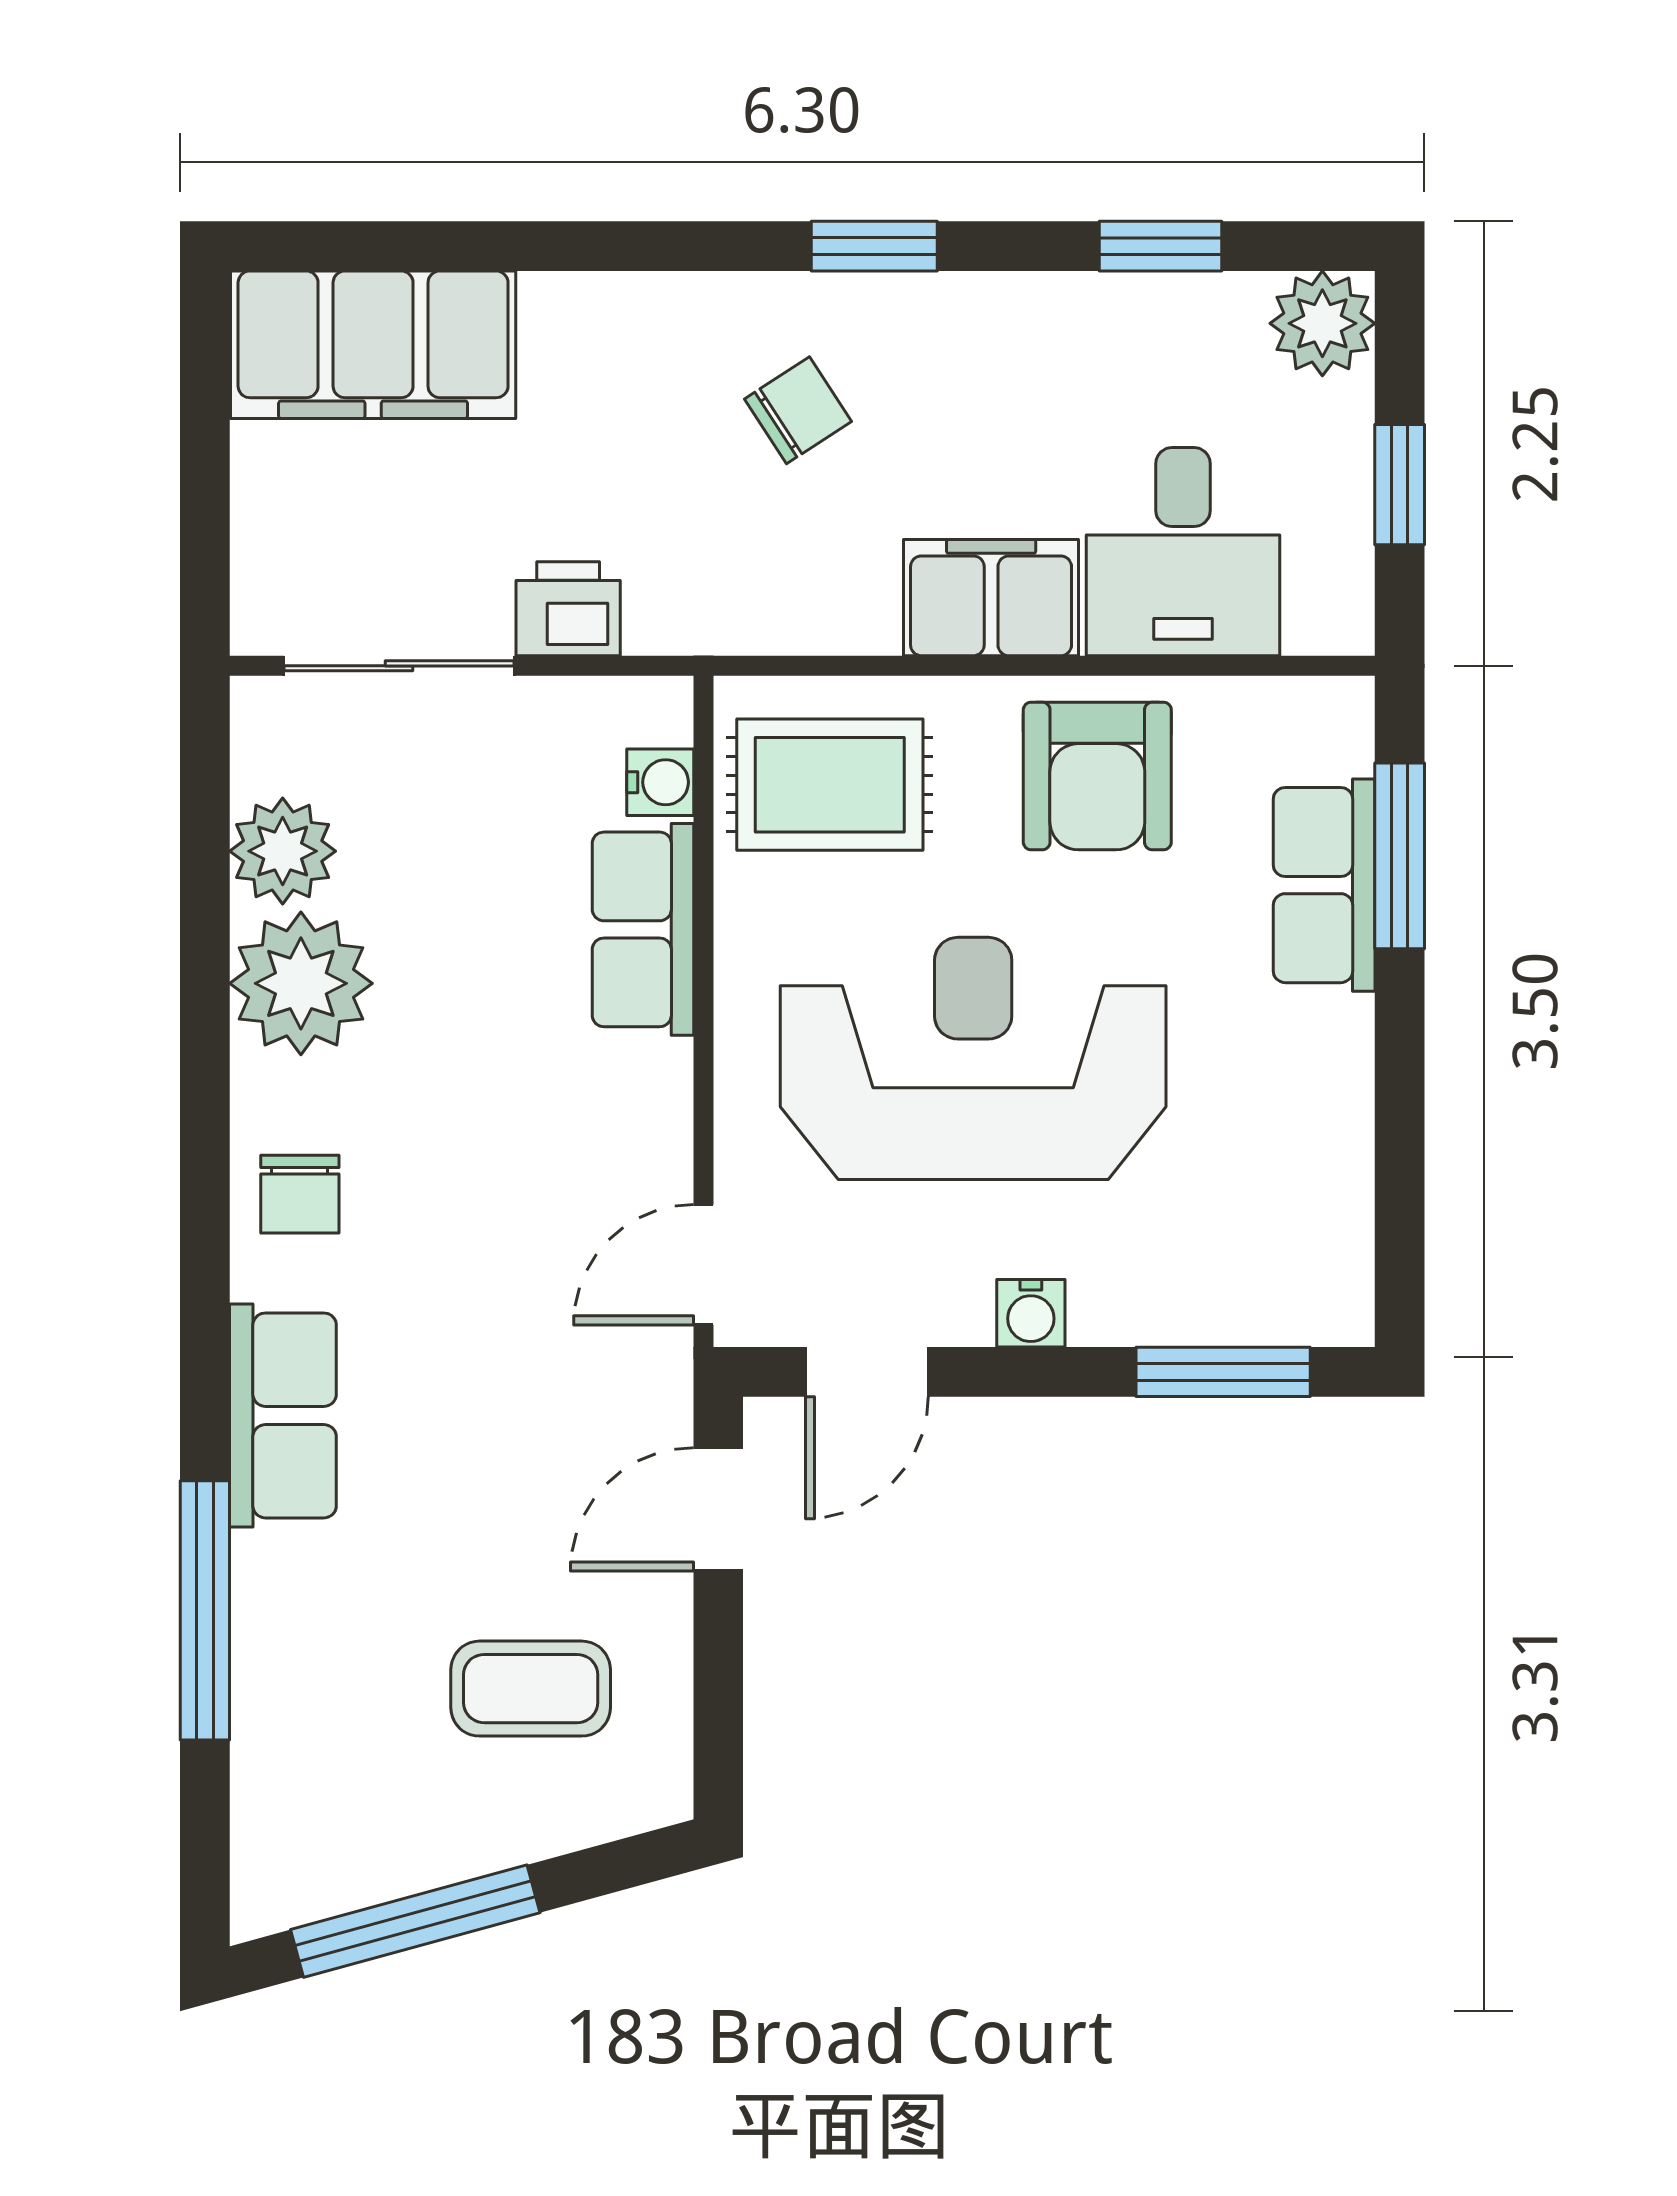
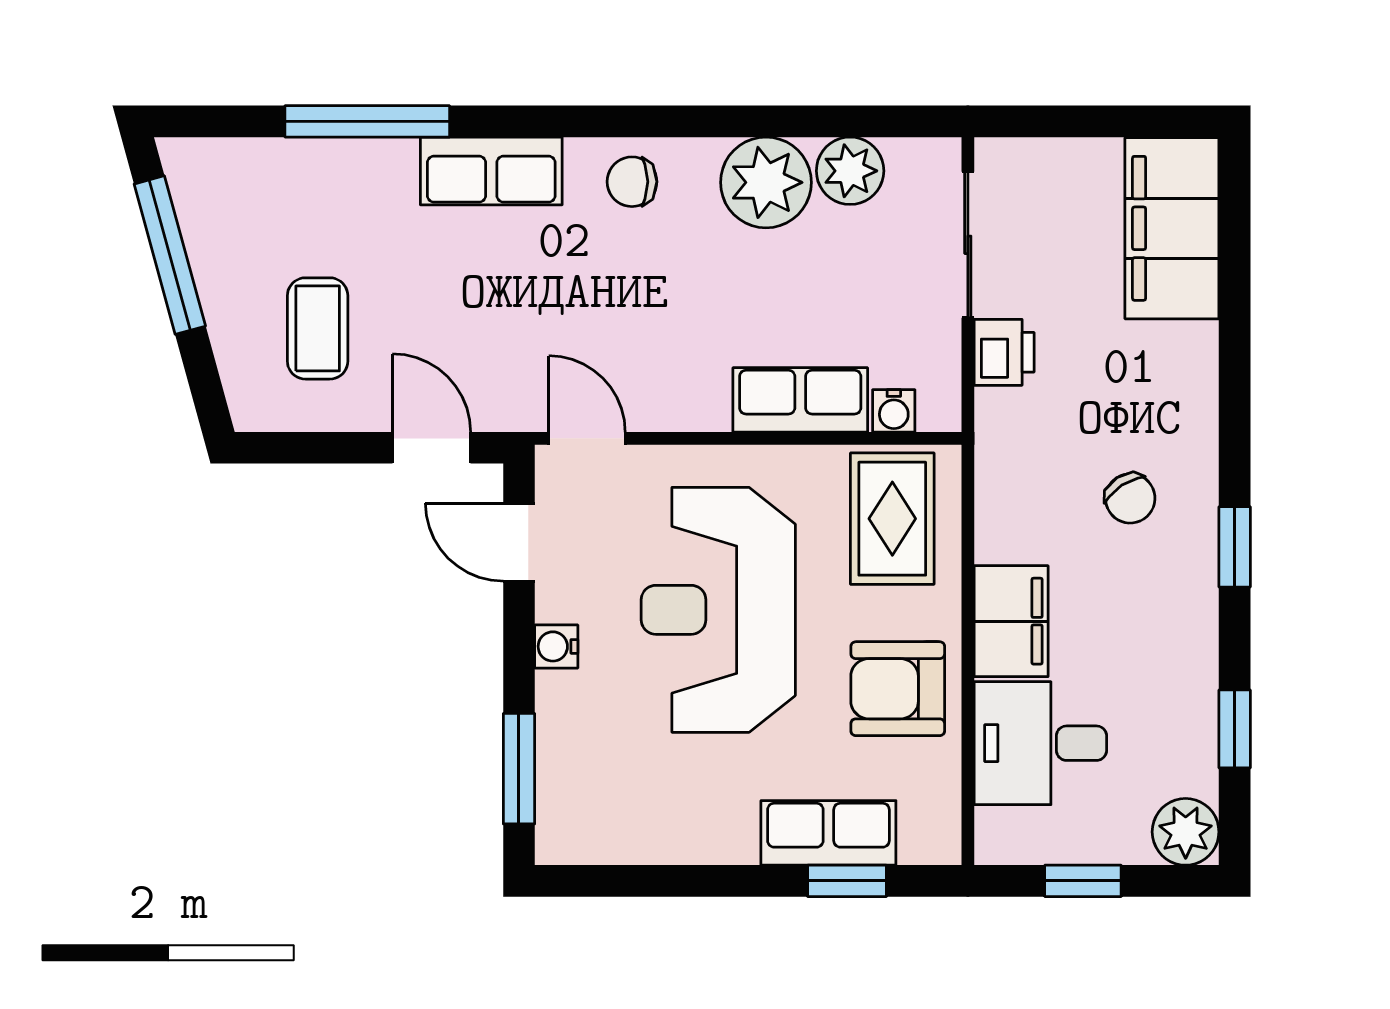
window: (1400, 856) -> (847, 881), width x0.67
reception desk: (973, 1058) -> (718, 610), turned 180

